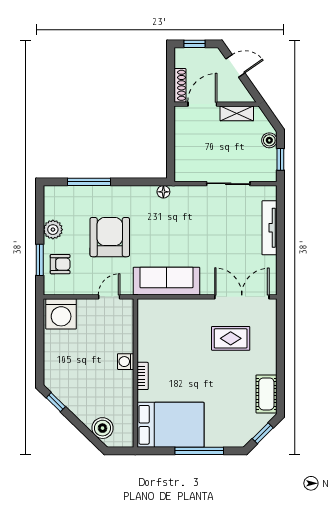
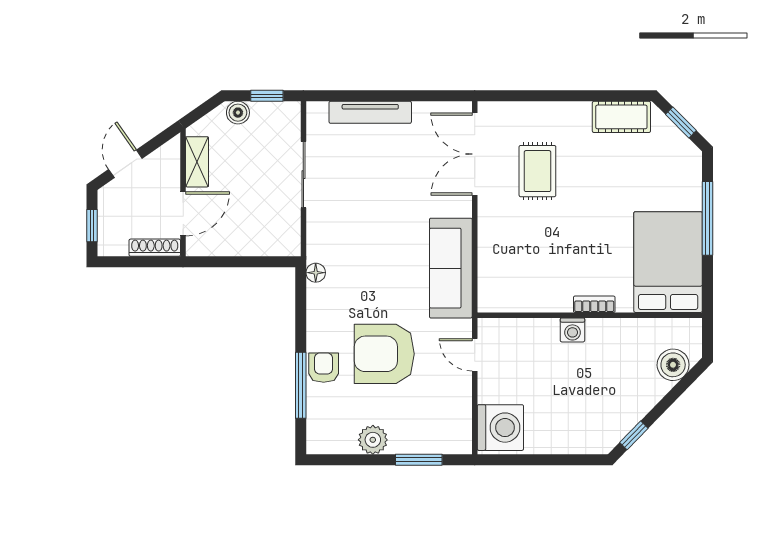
door: (202, 104) -> (183, 214), swing flipped
armchair: (60, 264) -> (324, 368), moved

